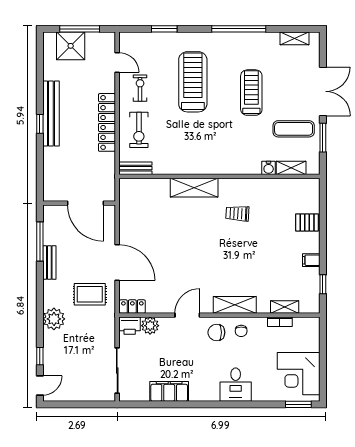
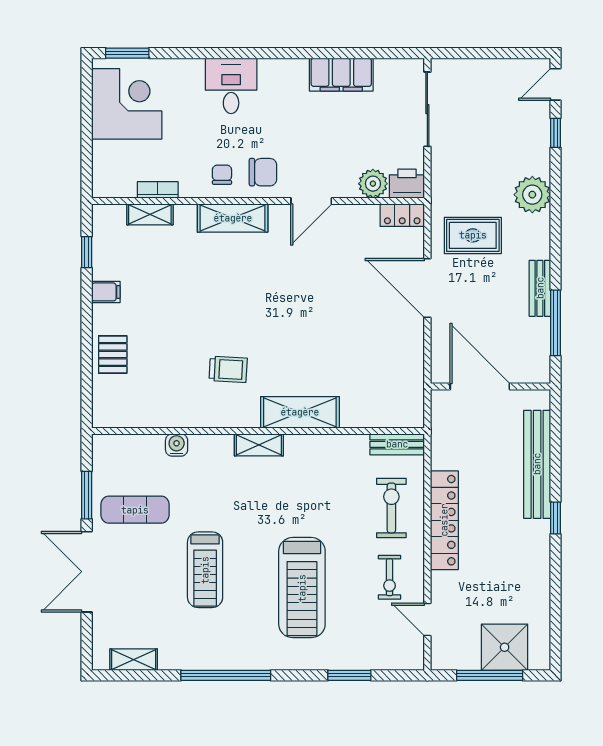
bench: (51, 114) -> (537, 464), moved
shelving: (291, 168) -> (259, 445), moved
pallet: (307, 222) -> (113, 354), turned 90

